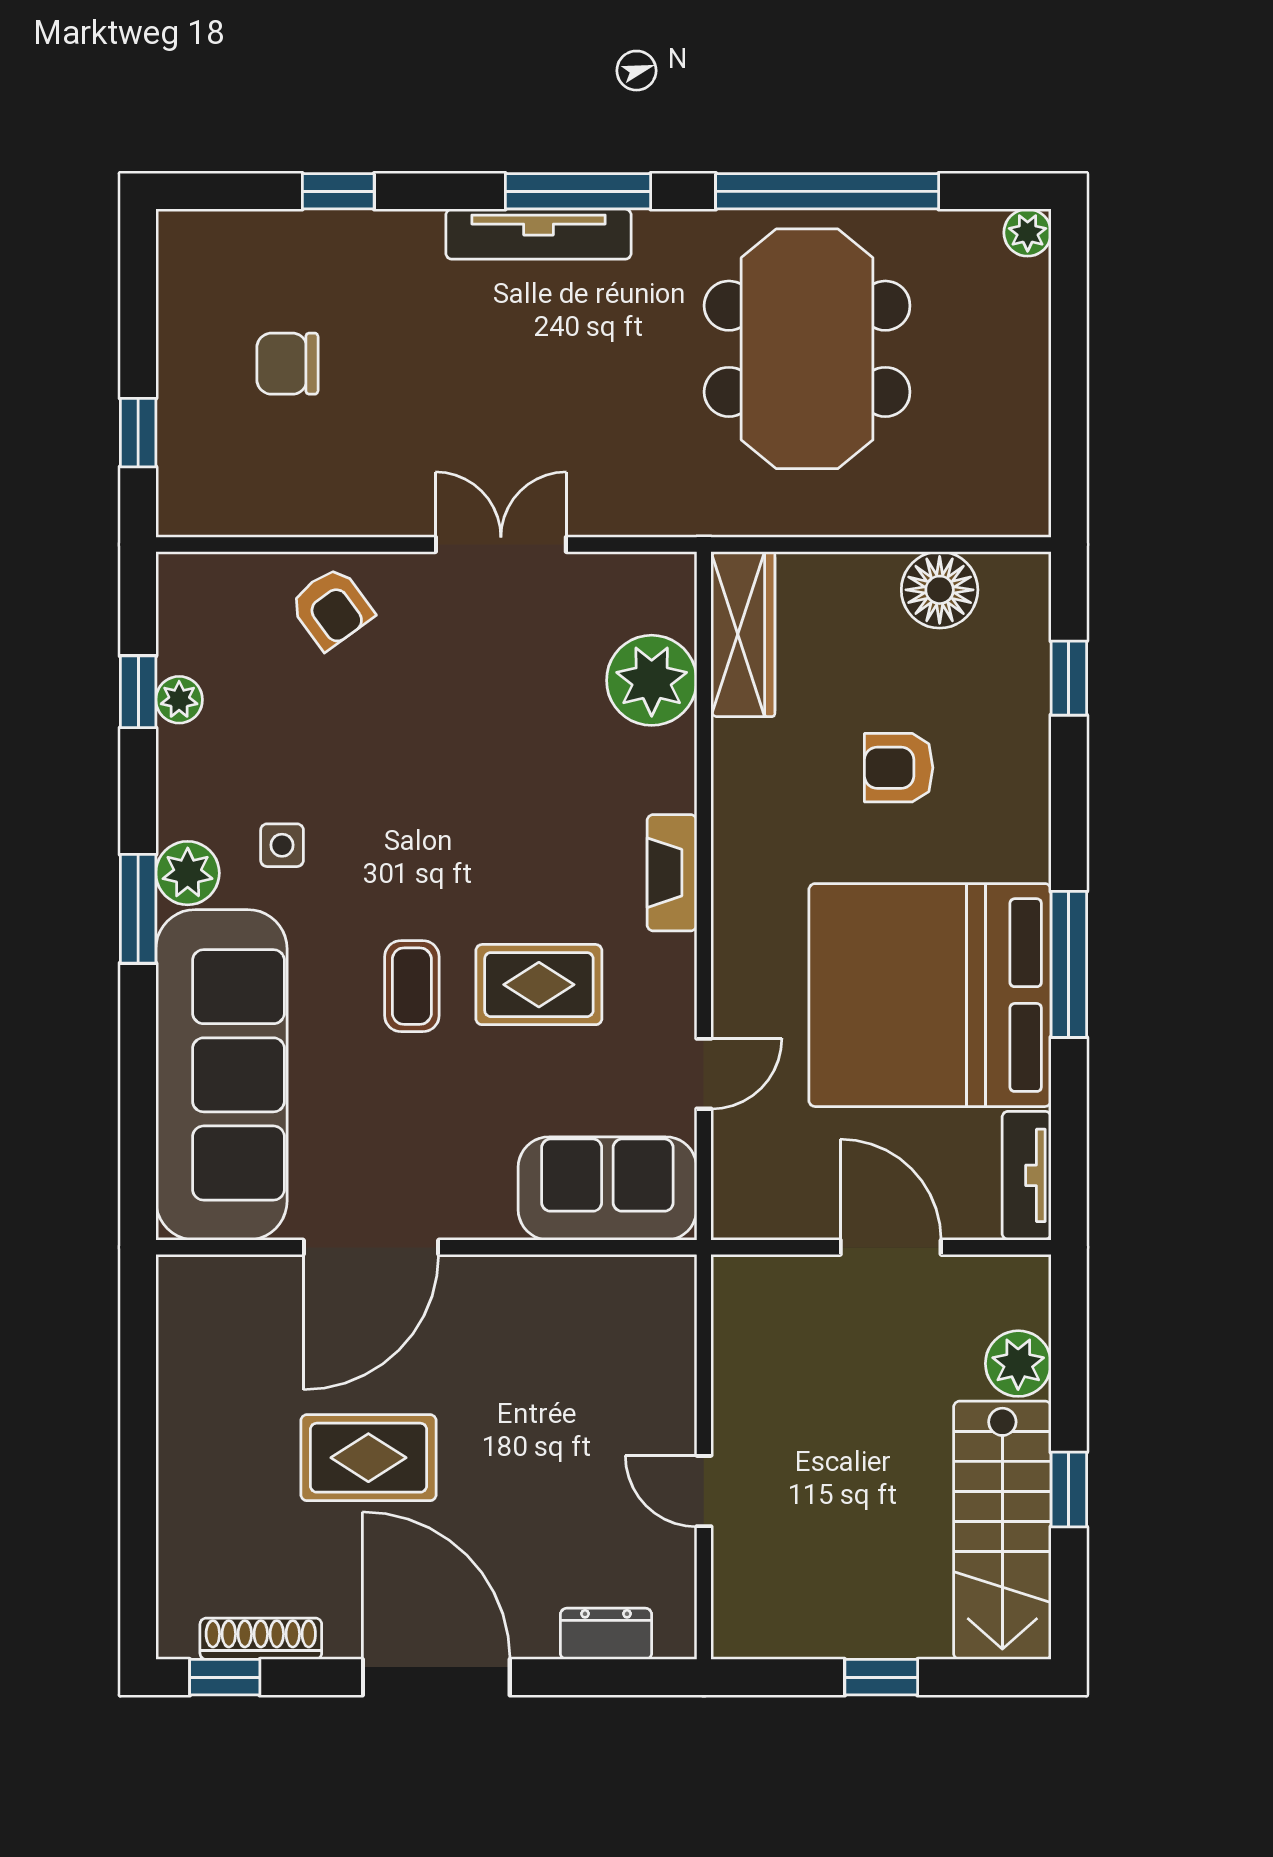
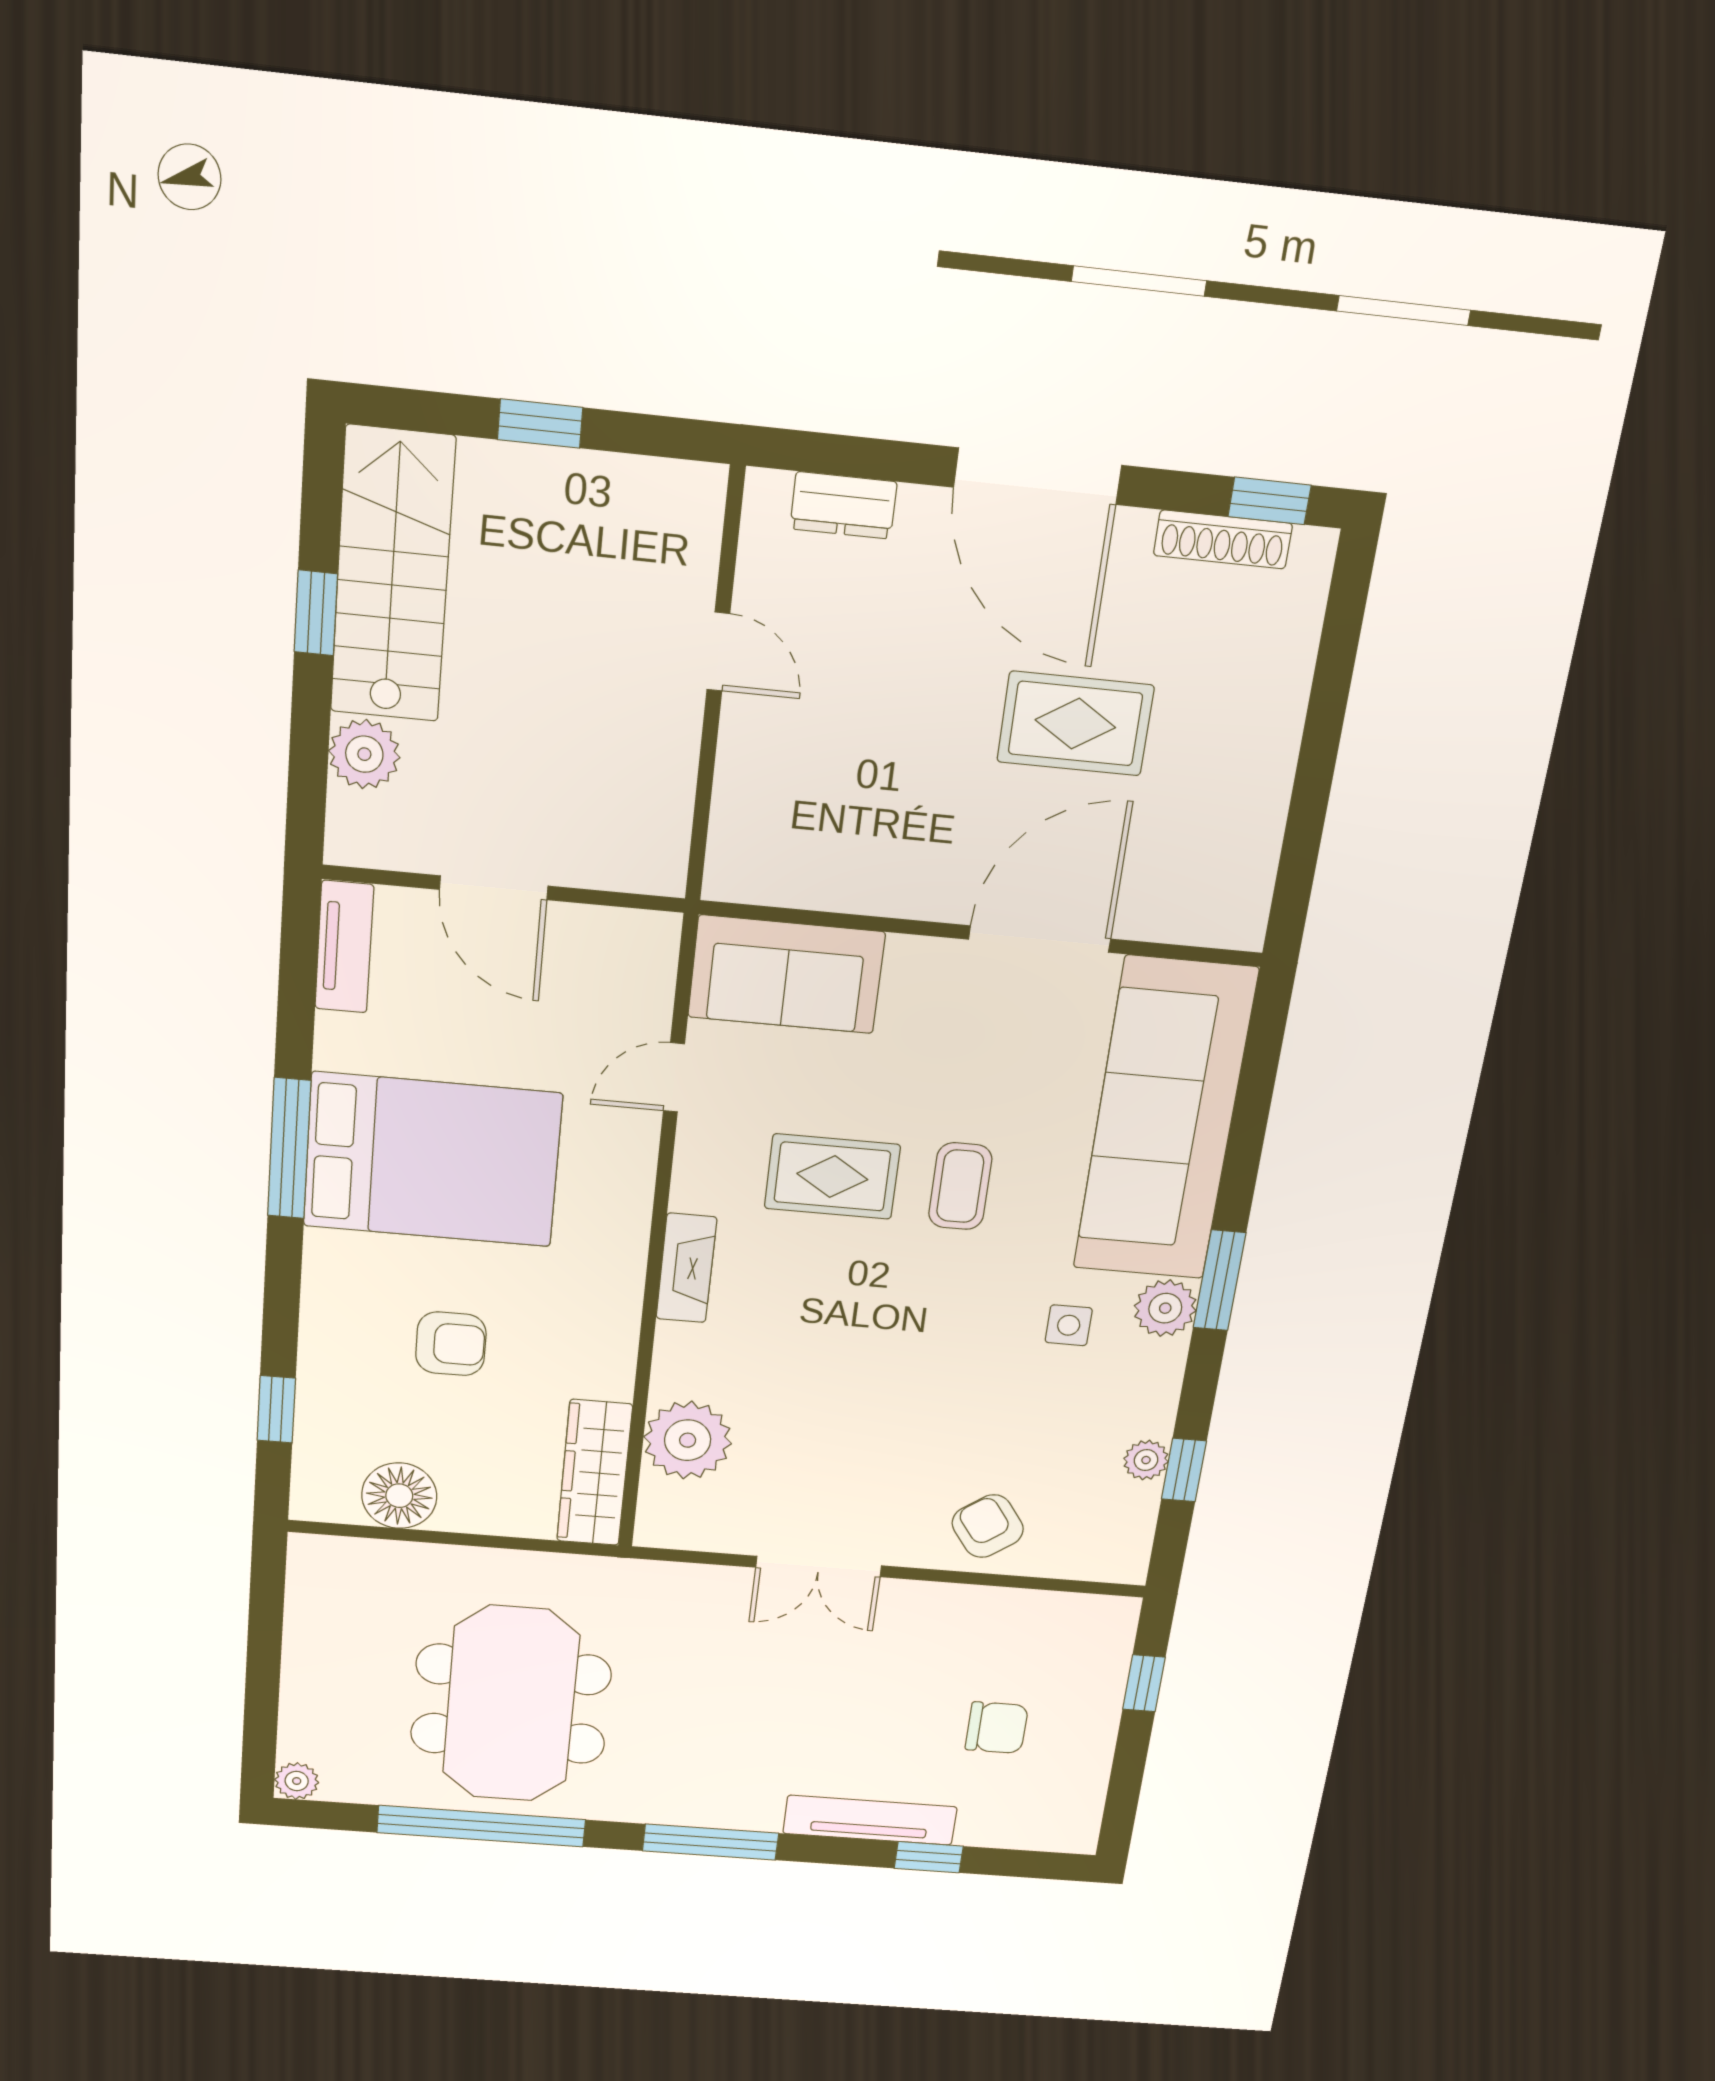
tv unit: (538, 234) -> (870, 1820), moved
bed: (930, 995) -> (432, 1160), width x0.73

